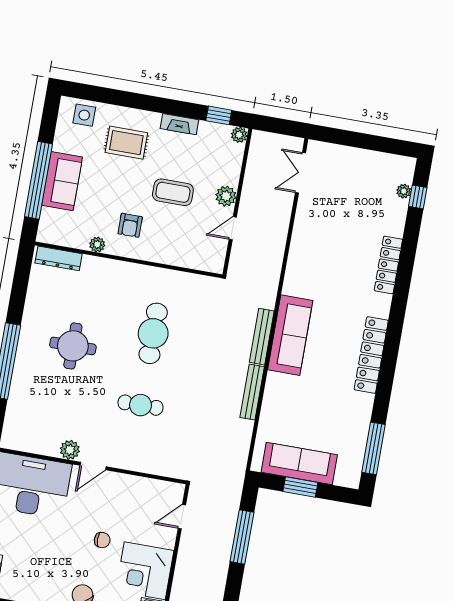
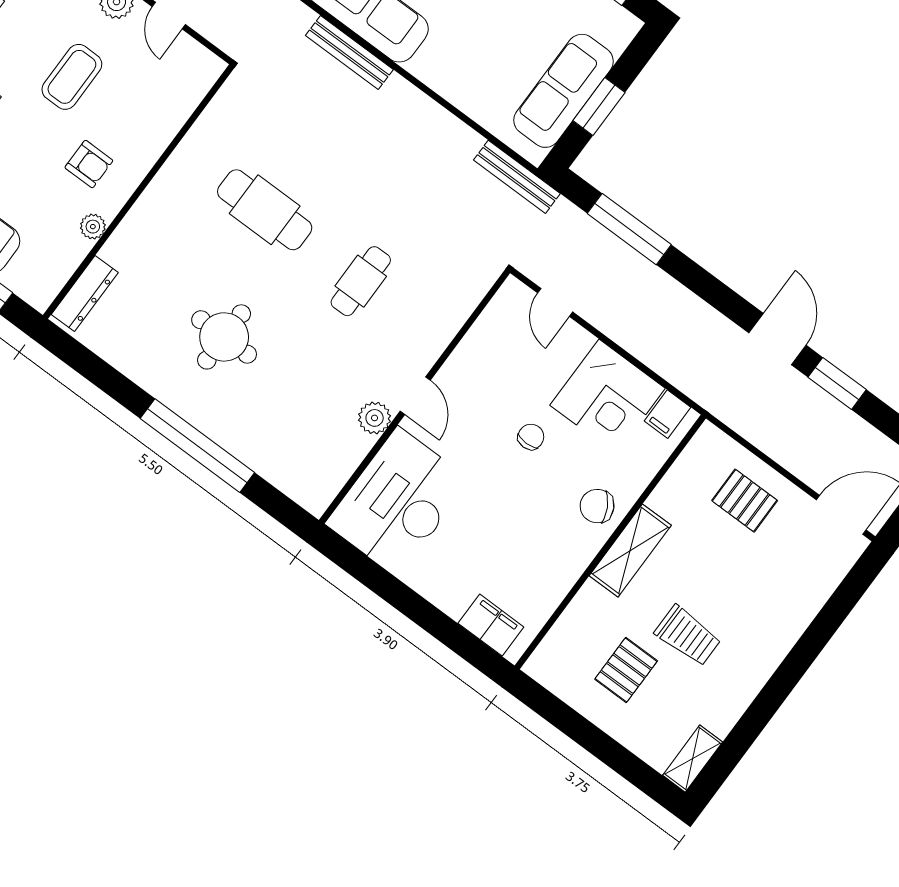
bench: (252, 392) -> (517, 177), moved

